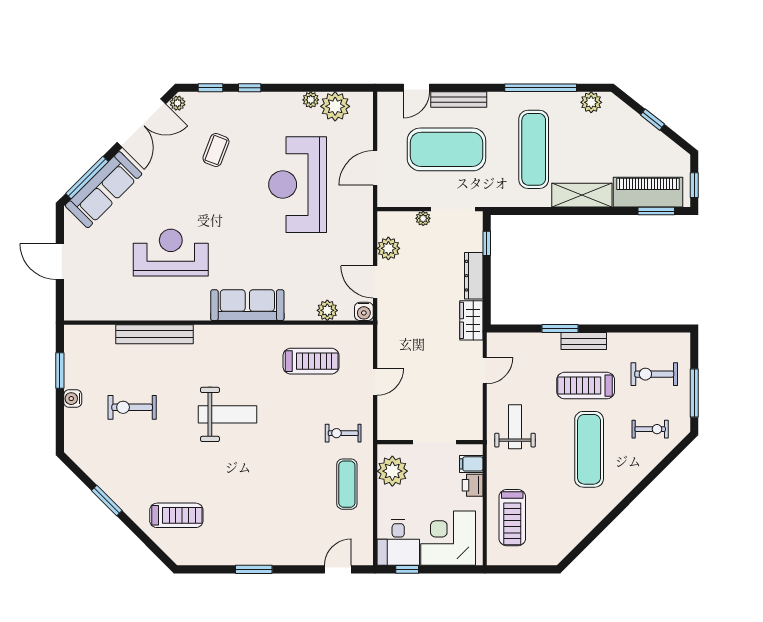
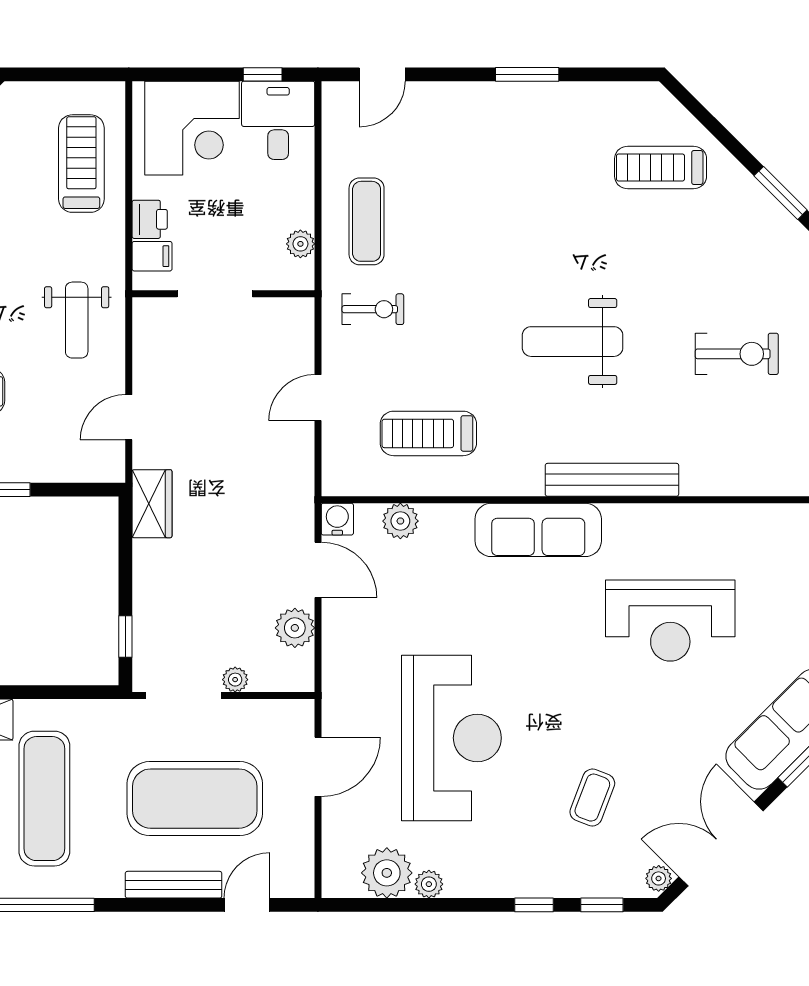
dresser: (474, 276) -> (148, 581), removed
bench: (154, 334) -> (612, 480), moved
plant: (392, 471) -> (300, 244), width x0.53, depth x0.53

